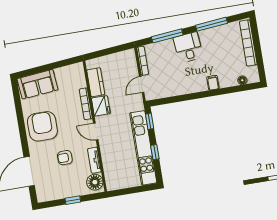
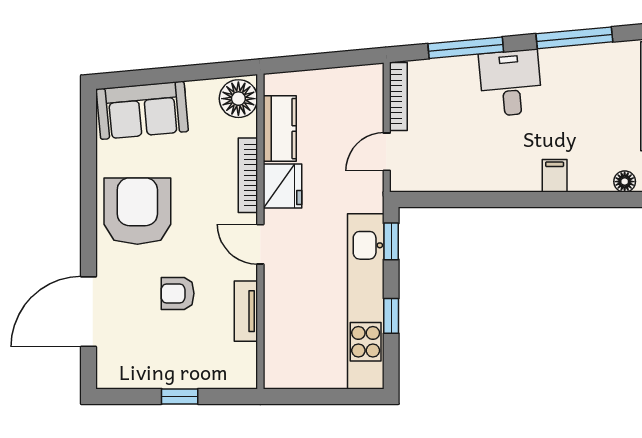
floor lamp: (95, 182) -> (238, 99), moved

